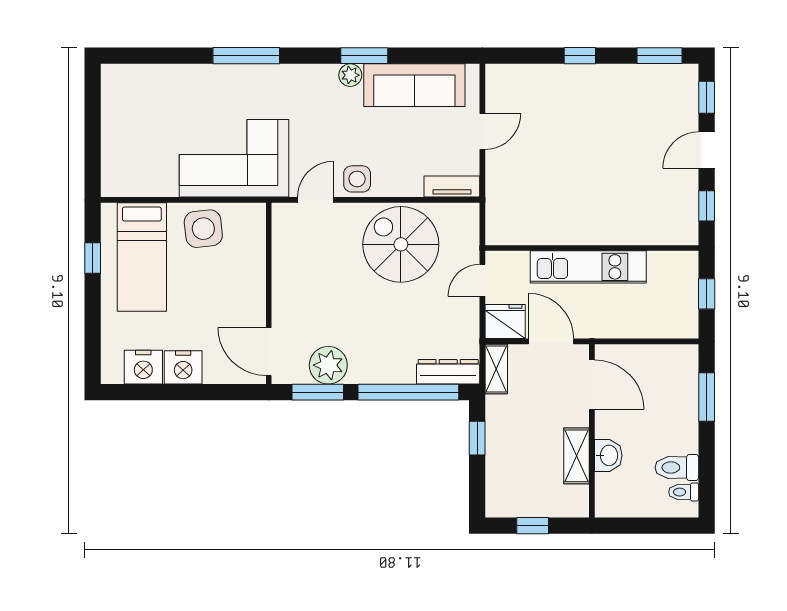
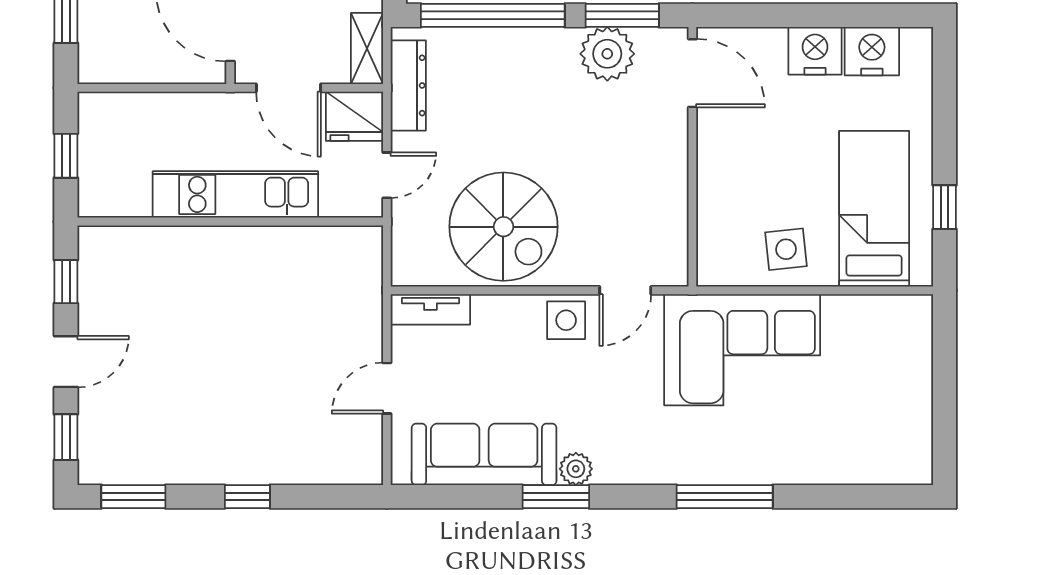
side table: (203, 229) -> (786, 249), width x0.73, depth x0.73
dresser: (448, 372) -> (408, 85), moved, turned -90

